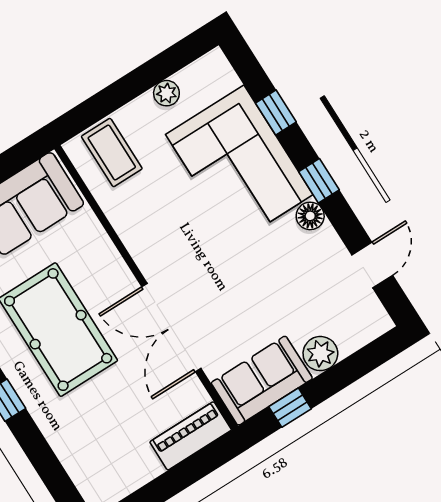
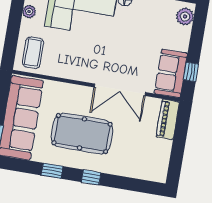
coffee table: (112, 153) -> (33, 53), turned 90
plant: (320, 354) -> (185, 17), moved

